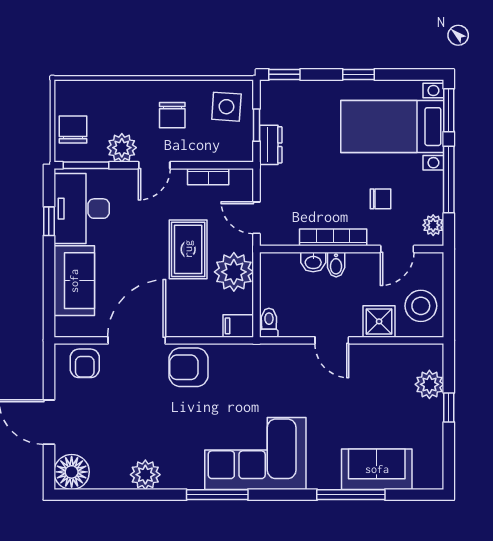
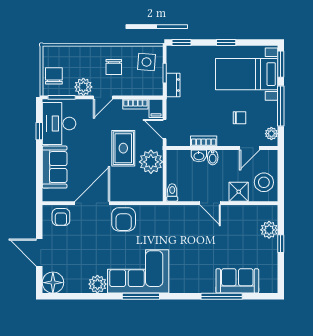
bookcase: (333, 237) -> (204, 141), width x0.64
filing cabinet: (238, 326) -> (156, 108), moved, turned -90
armchair: (189, 367) -> (124, 219), turned -90
corner sofa: (255, 453) -> (138, 271), moved

